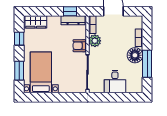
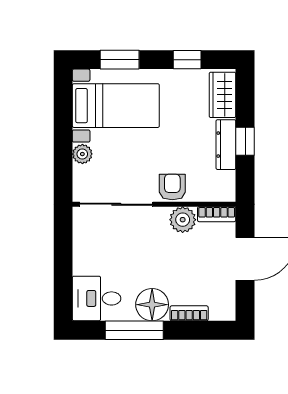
window: (70, 11) -> (245, 141), moved
dresser: (73, 20) -> (226, 145), moved
desk: (115, 81) -> (97, 298), moved
plant: (64, 88) -> (82, 154), added

